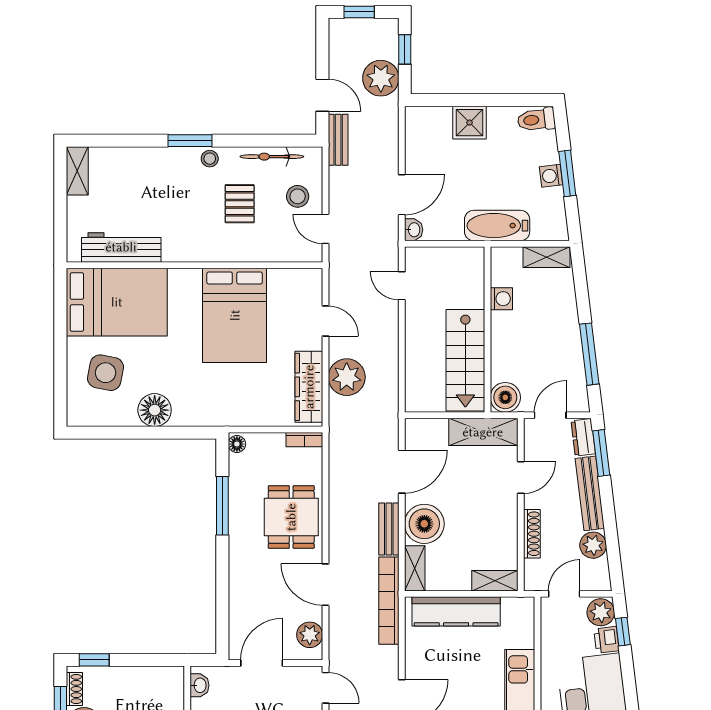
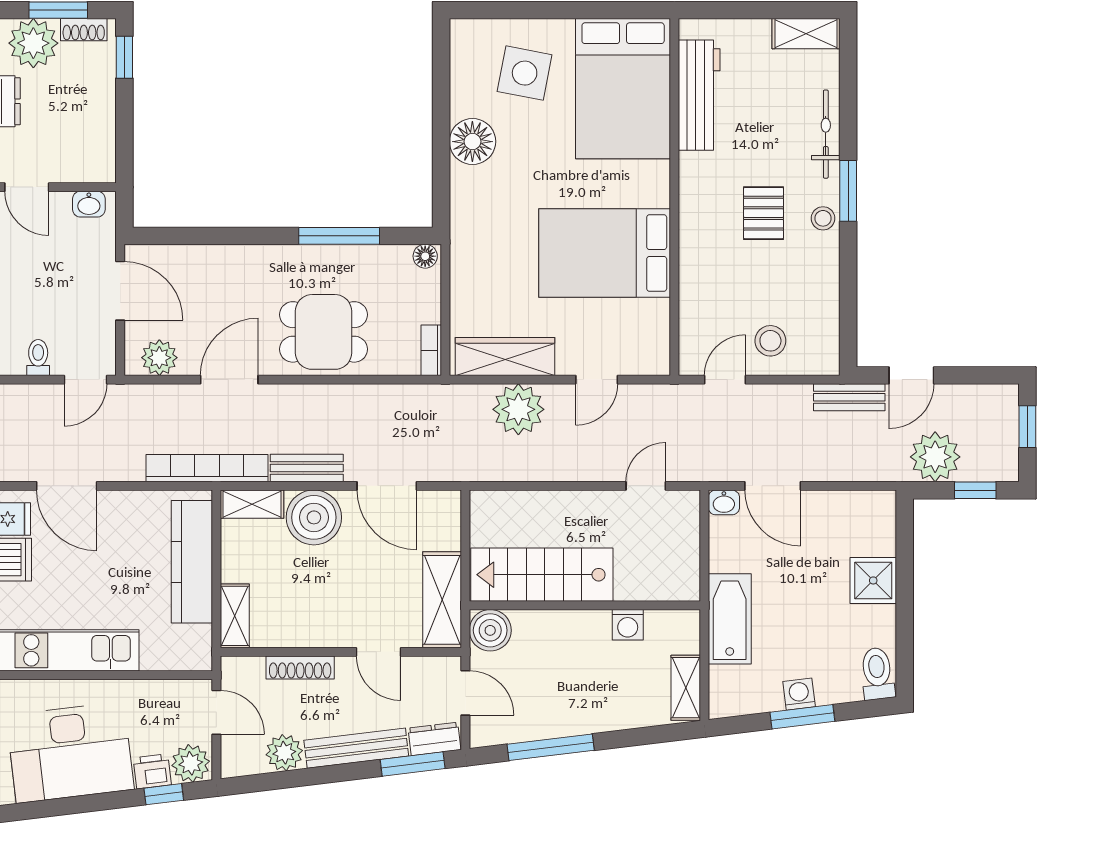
bicycle: (272, 157) -> (826, 134), moved
pallet: (240, 204) -> (763, 213), moved, turned 90

